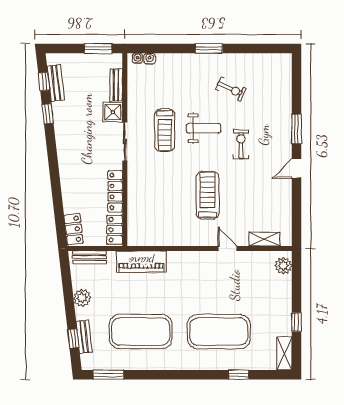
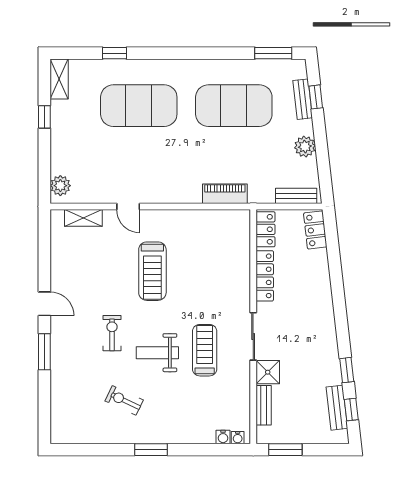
exercise bike: (241, 144) -> (112, 333), turned 180
door: (296, 169) -> (44, 304), hinge flipped
piano: (141, 262) -> (225, 194), width x0.73, depth x0.75

